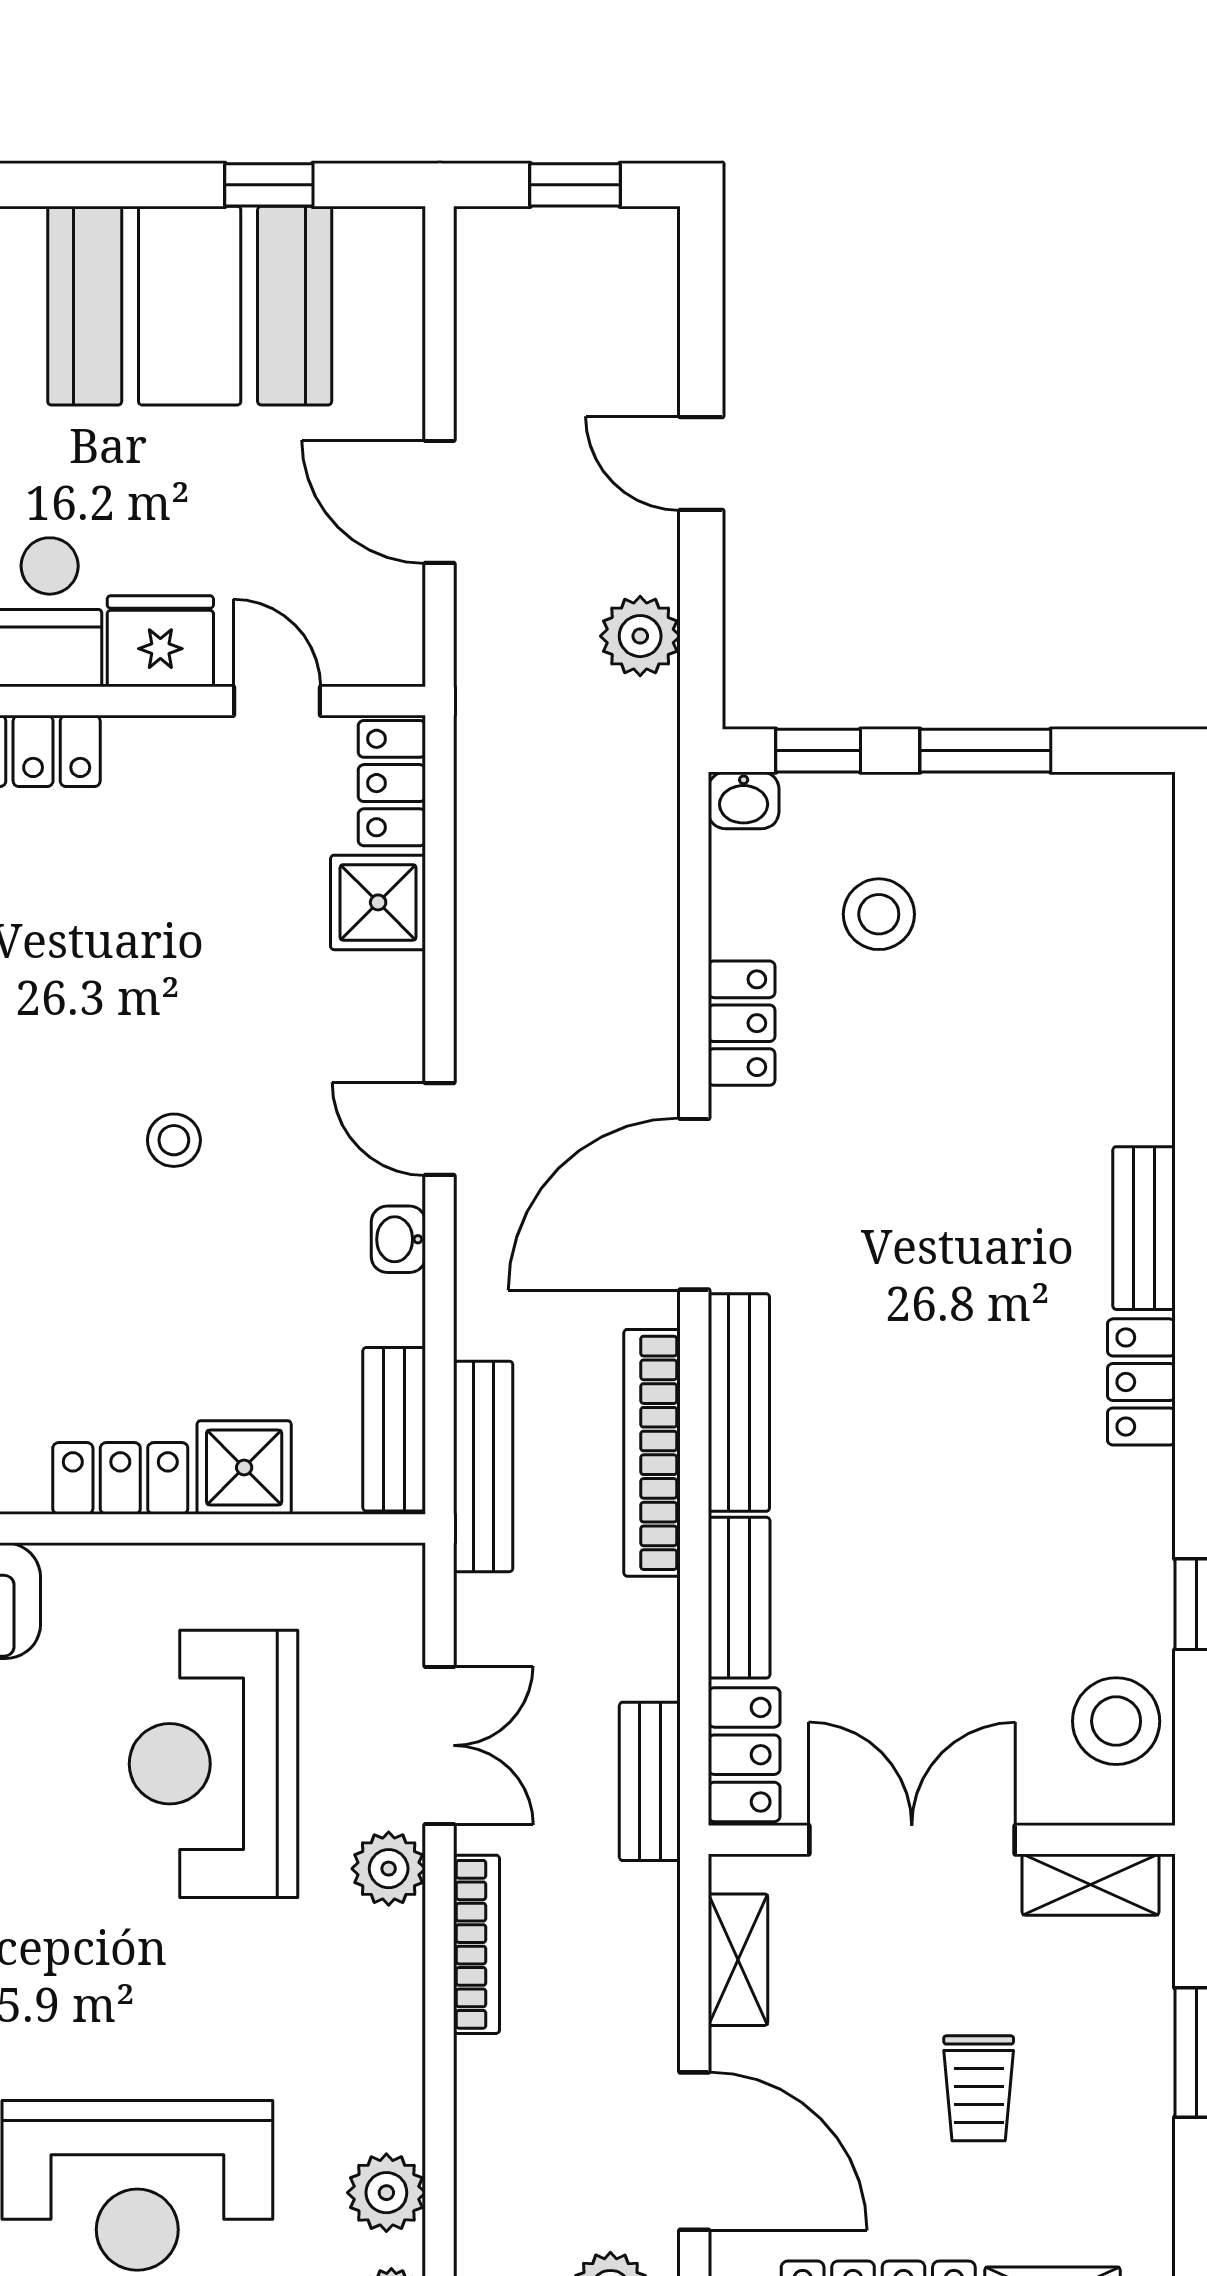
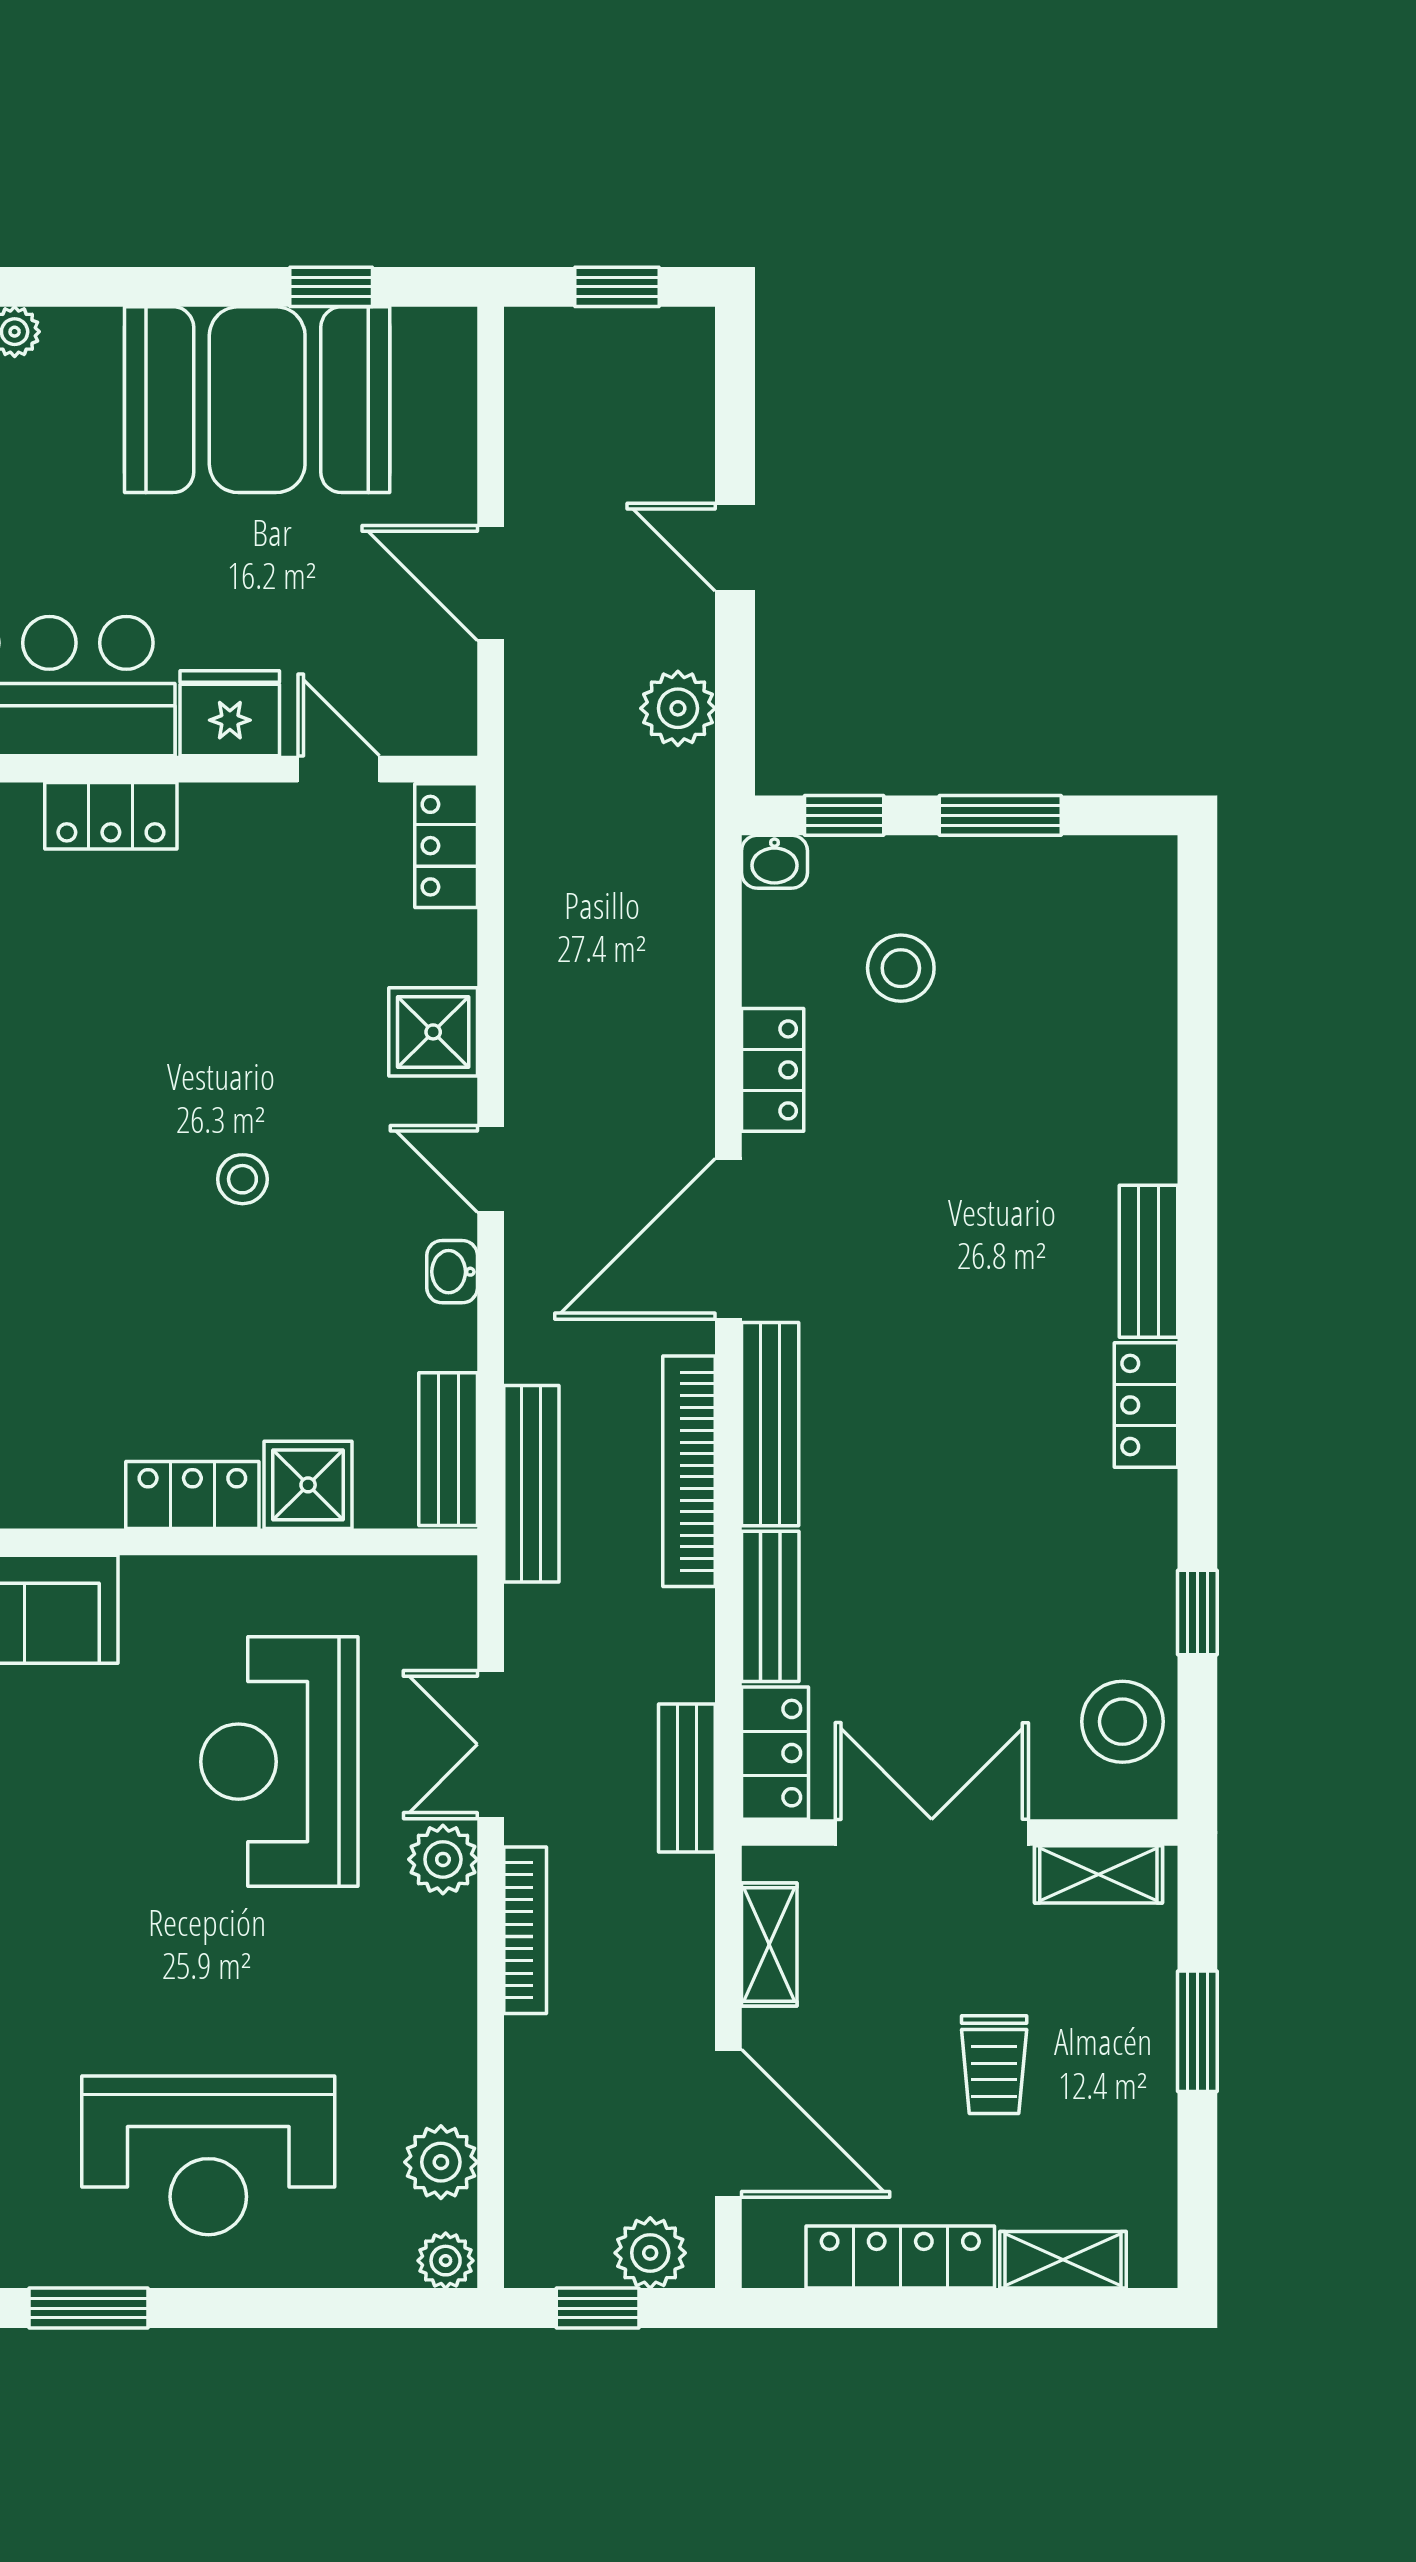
shower: (378, 902) -> (433, 1032), moved
double door: (440, 1745) -> (491, 1744), swing flipped

